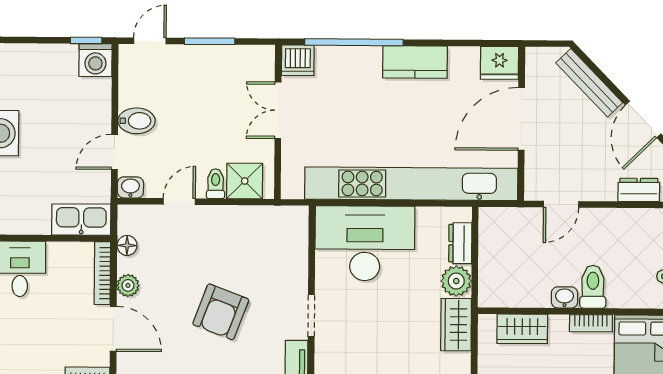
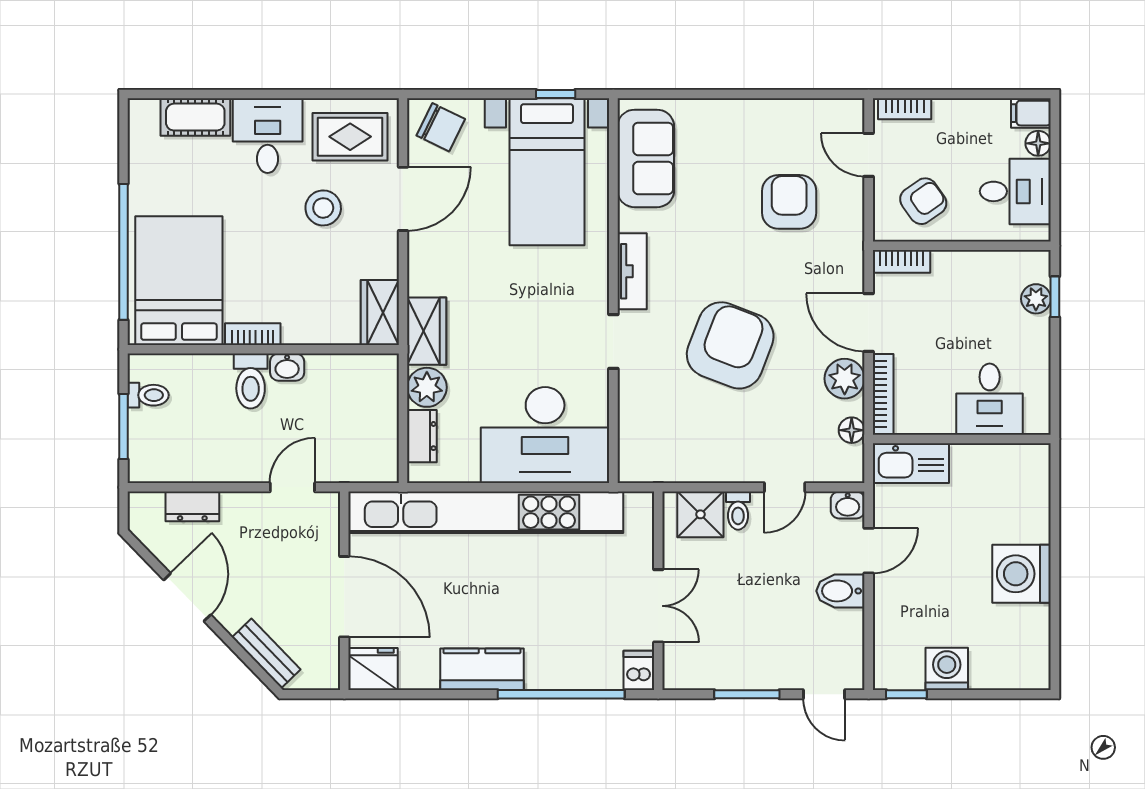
door: (150, 41) -> (824, 694), hinge flipped
washing machine: (95, 60) -> (947, 669), moved
dishwasher: (298, 60) -> (639, 670), width x0.73
bench: (589, 83) -> (266, 653), width x0.73
door: (521, 119) -> (344, 597), hinge flipped
plant: (128, 285) -> (845, 379), width x1.38, depth x1.38
armchair: (221, 312) -> (730, 345), width x1.36, depth x1.36
wardrobe: (522, 329) -> (380, 312), moved, turned -90

